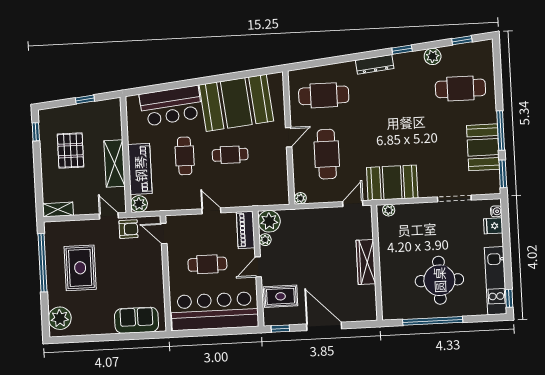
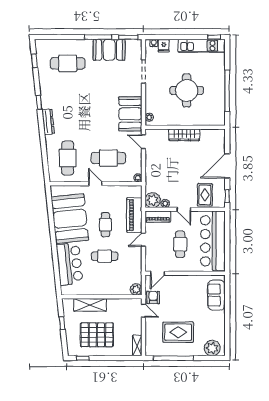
plant: (433, 56) -> (45, 82), removed
cafe table: (460, 88) -> (68, 63), turned 90
pallet: (70, 151) -> (97, 335), width x1.37, depth x1.41
shelving: (115, 163) -> (90, 305), moved
piano: (140, 169) -> (134, 215), moved, turned -90
door: (109, 216) -> (143, 311), swing flipped
round table: (439, 280) -> (187, 90), moved

